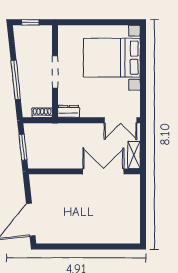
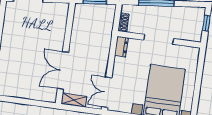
double door: (103, 171) -> (63, 71), swing flipped

